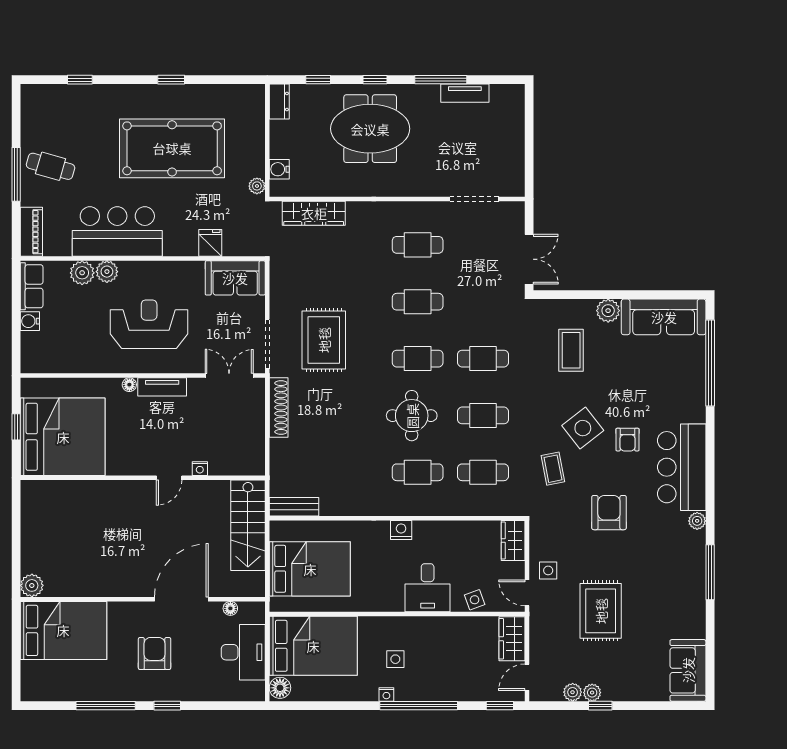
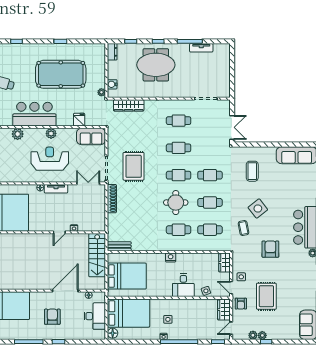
plant: (107, 272) -> (51, 133), moved
plant: (608, 311) -> (270, 152), removed
armchair: (628, 440) -> (241, 304), moved

